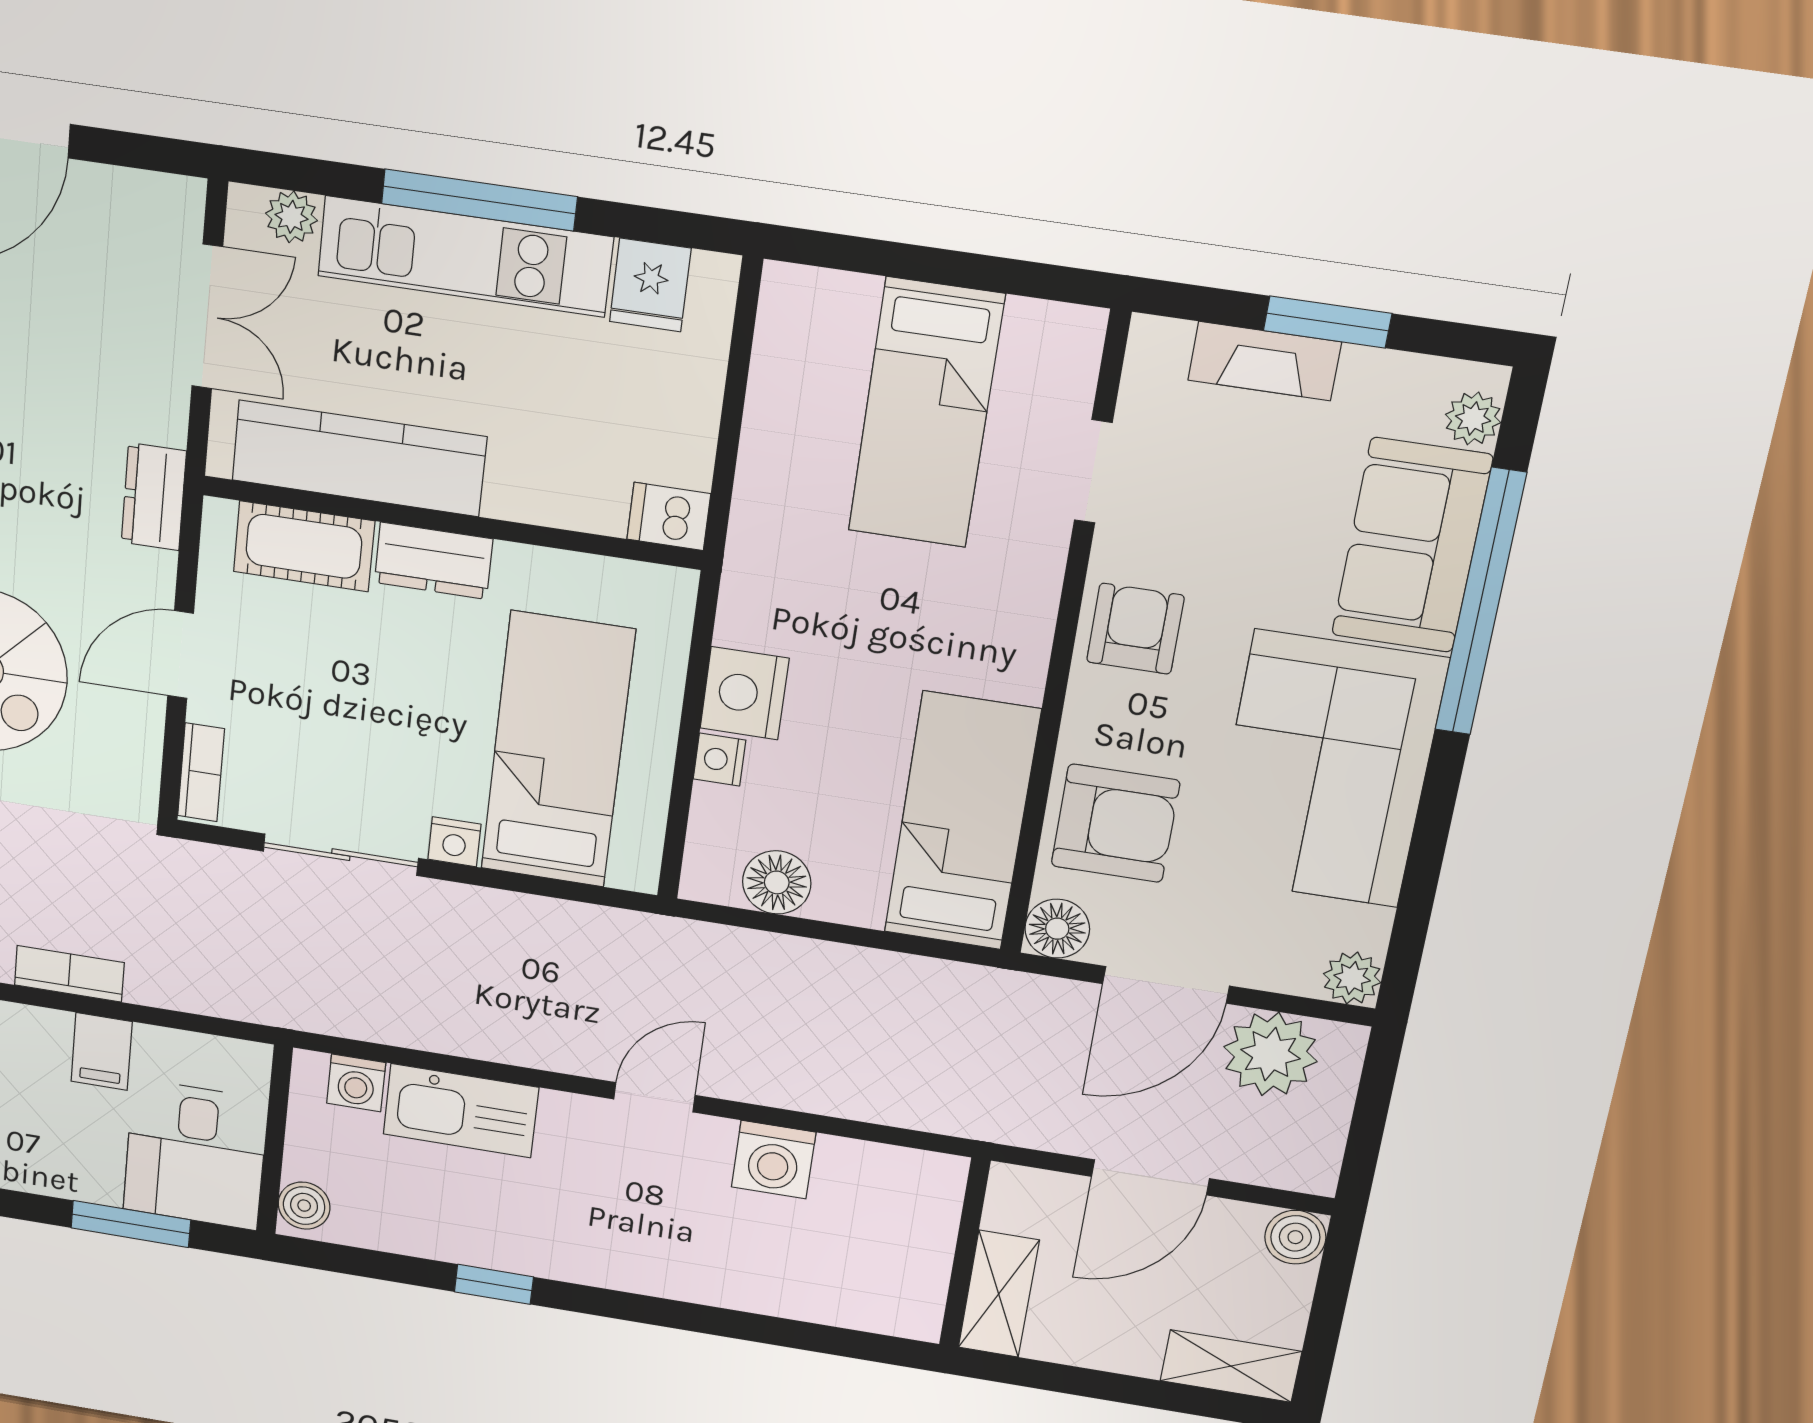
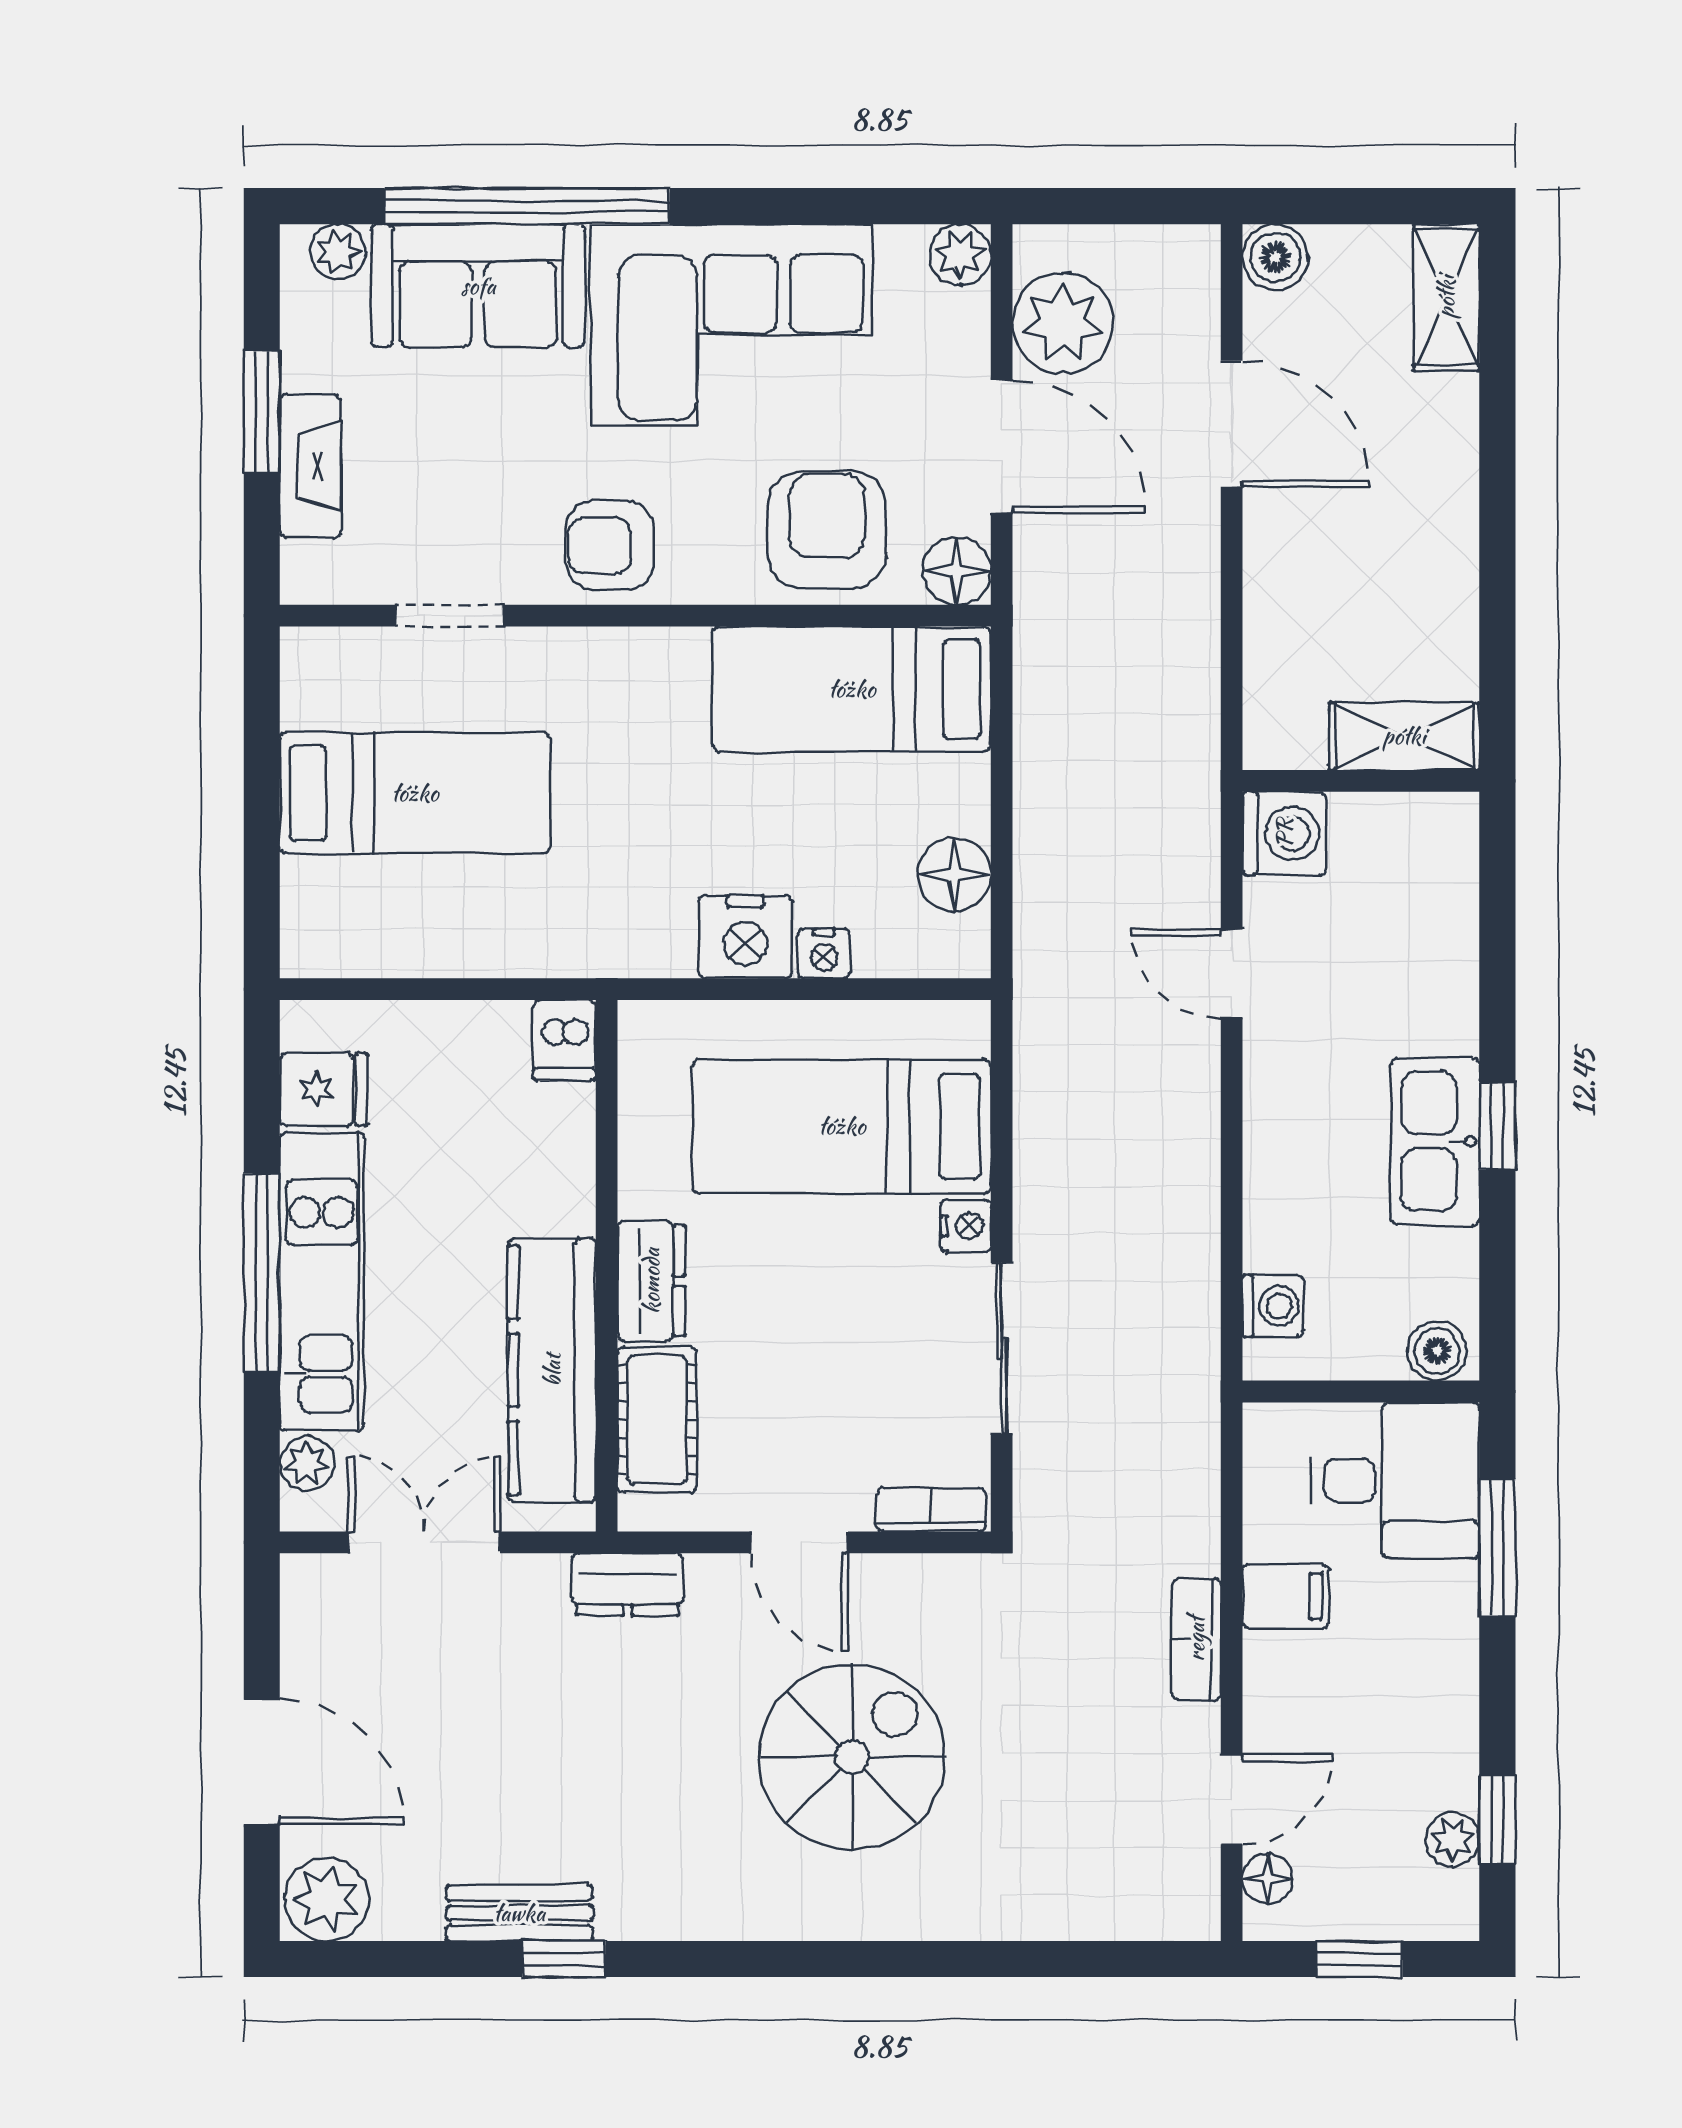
kitchen sink: (461, 1111) -> (1435, 1141), moved, turned 180
wall: (965, 1253) -> (1361, 781), moved
shelving: (999, 1294) -> (1404, 736), moved

